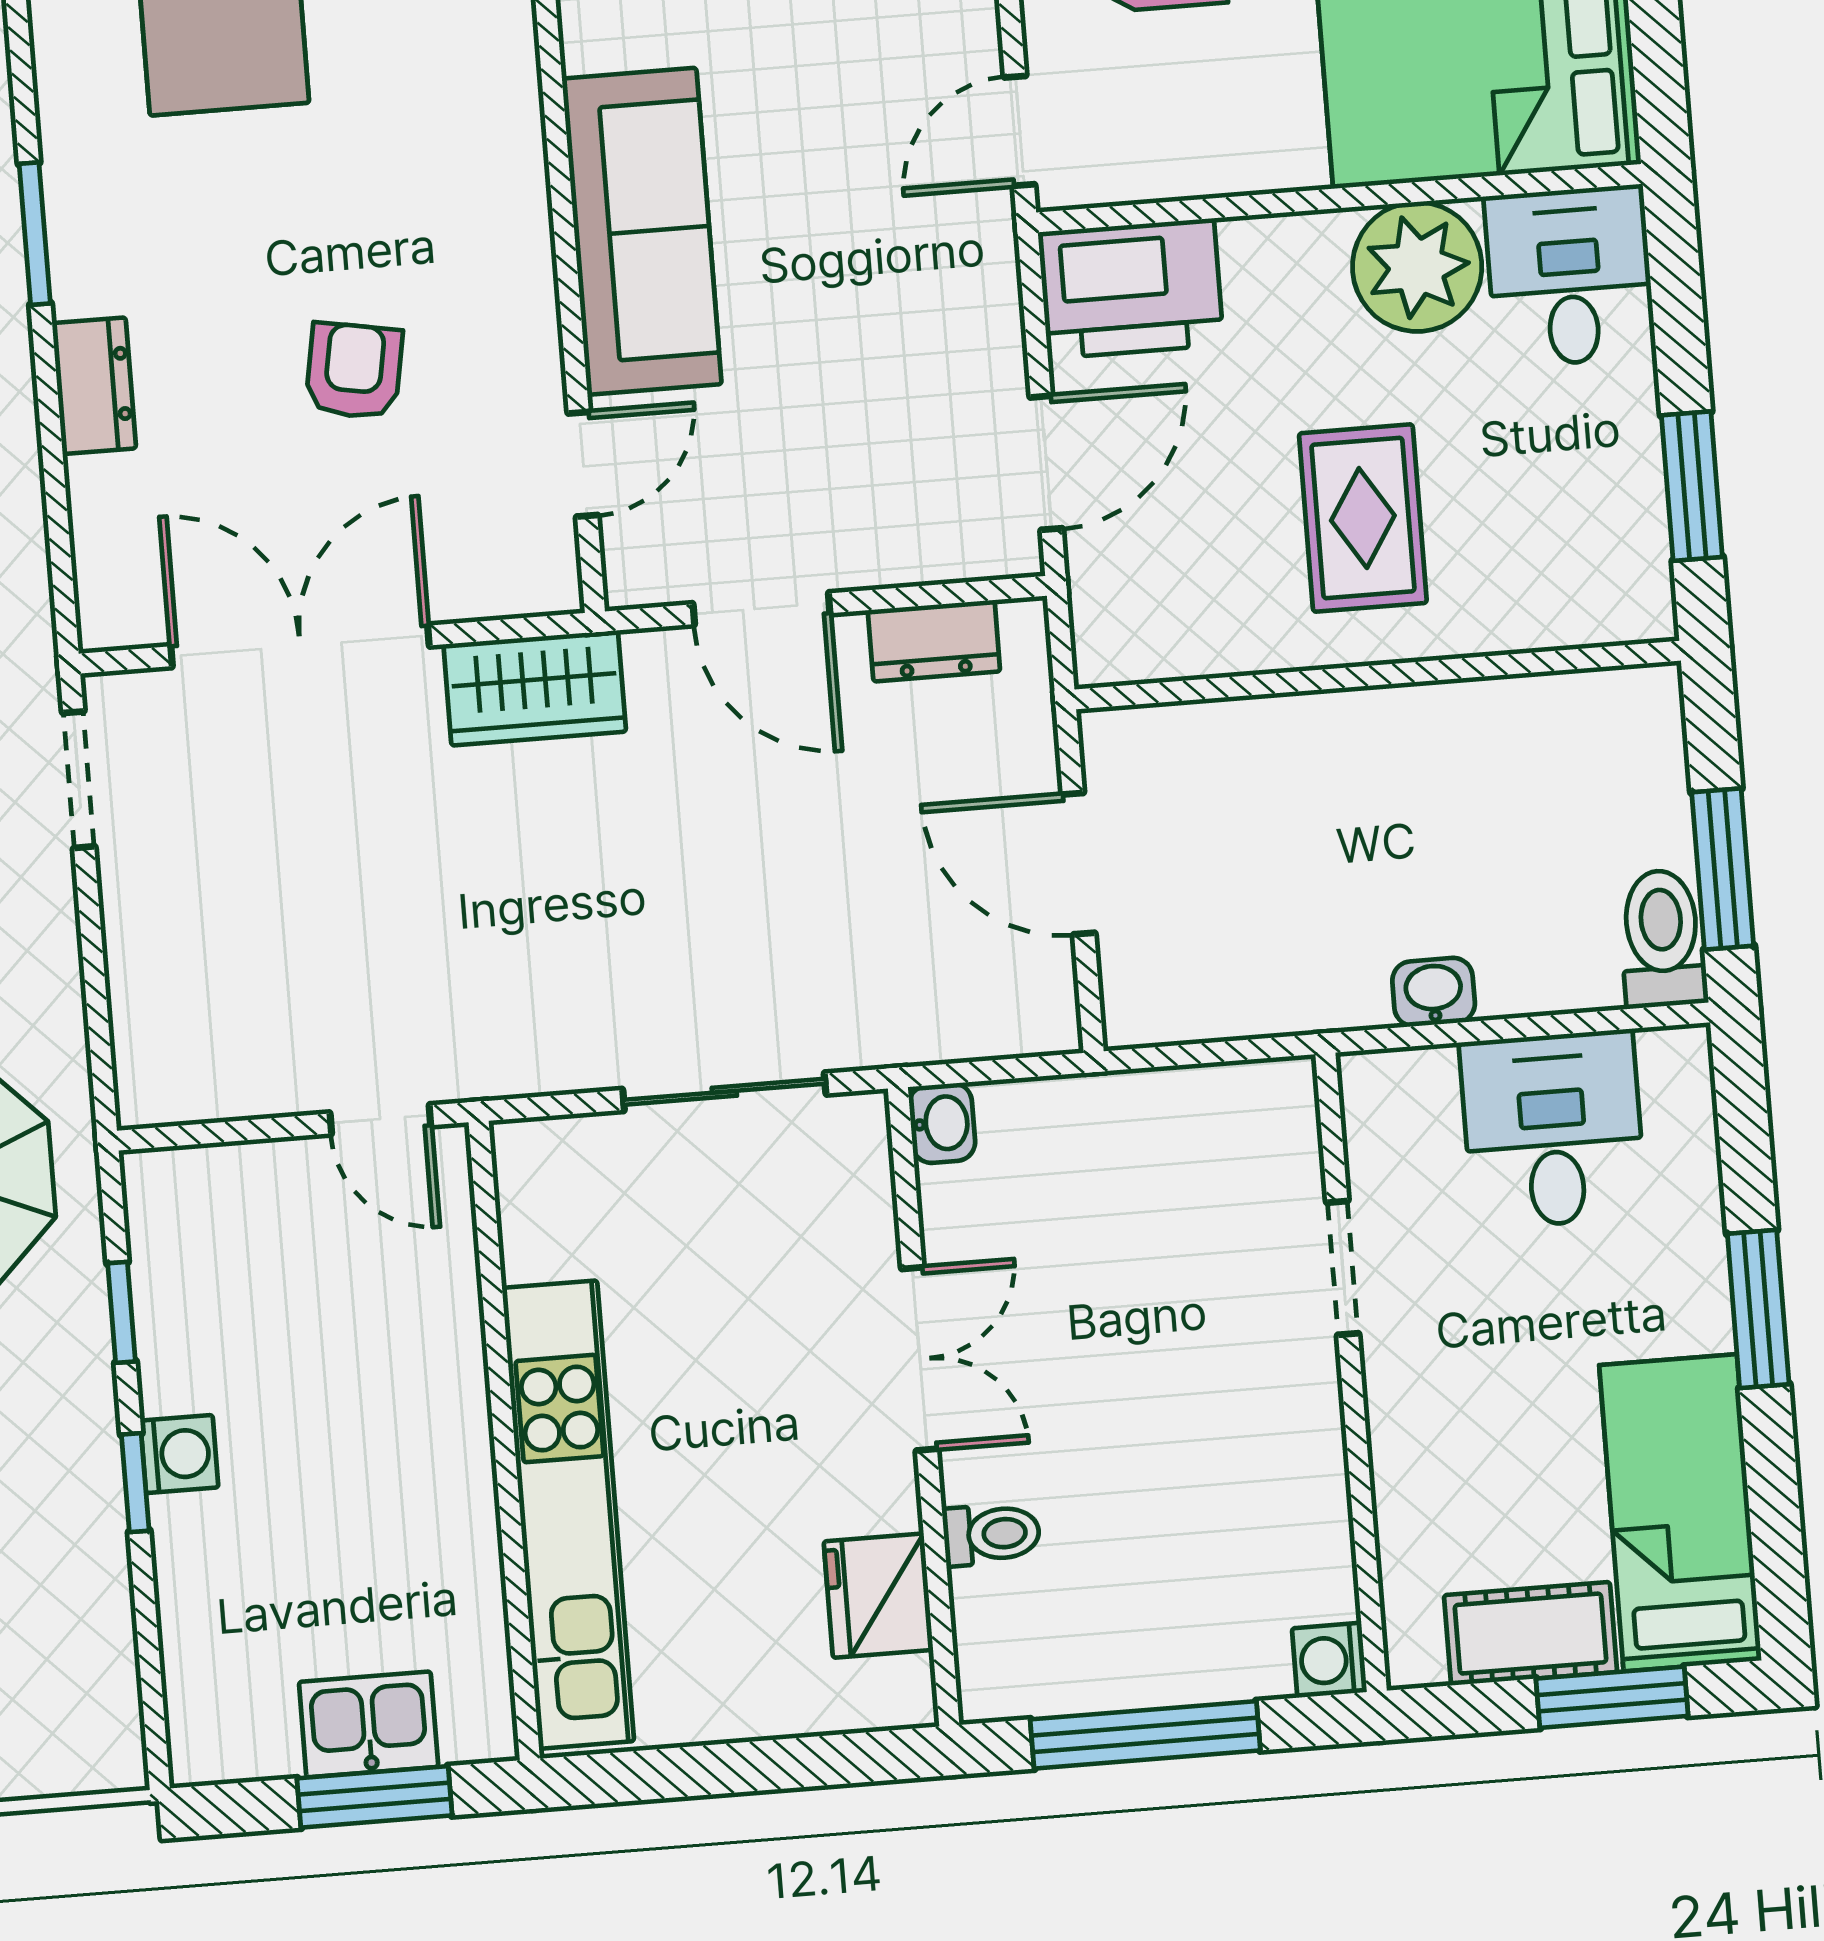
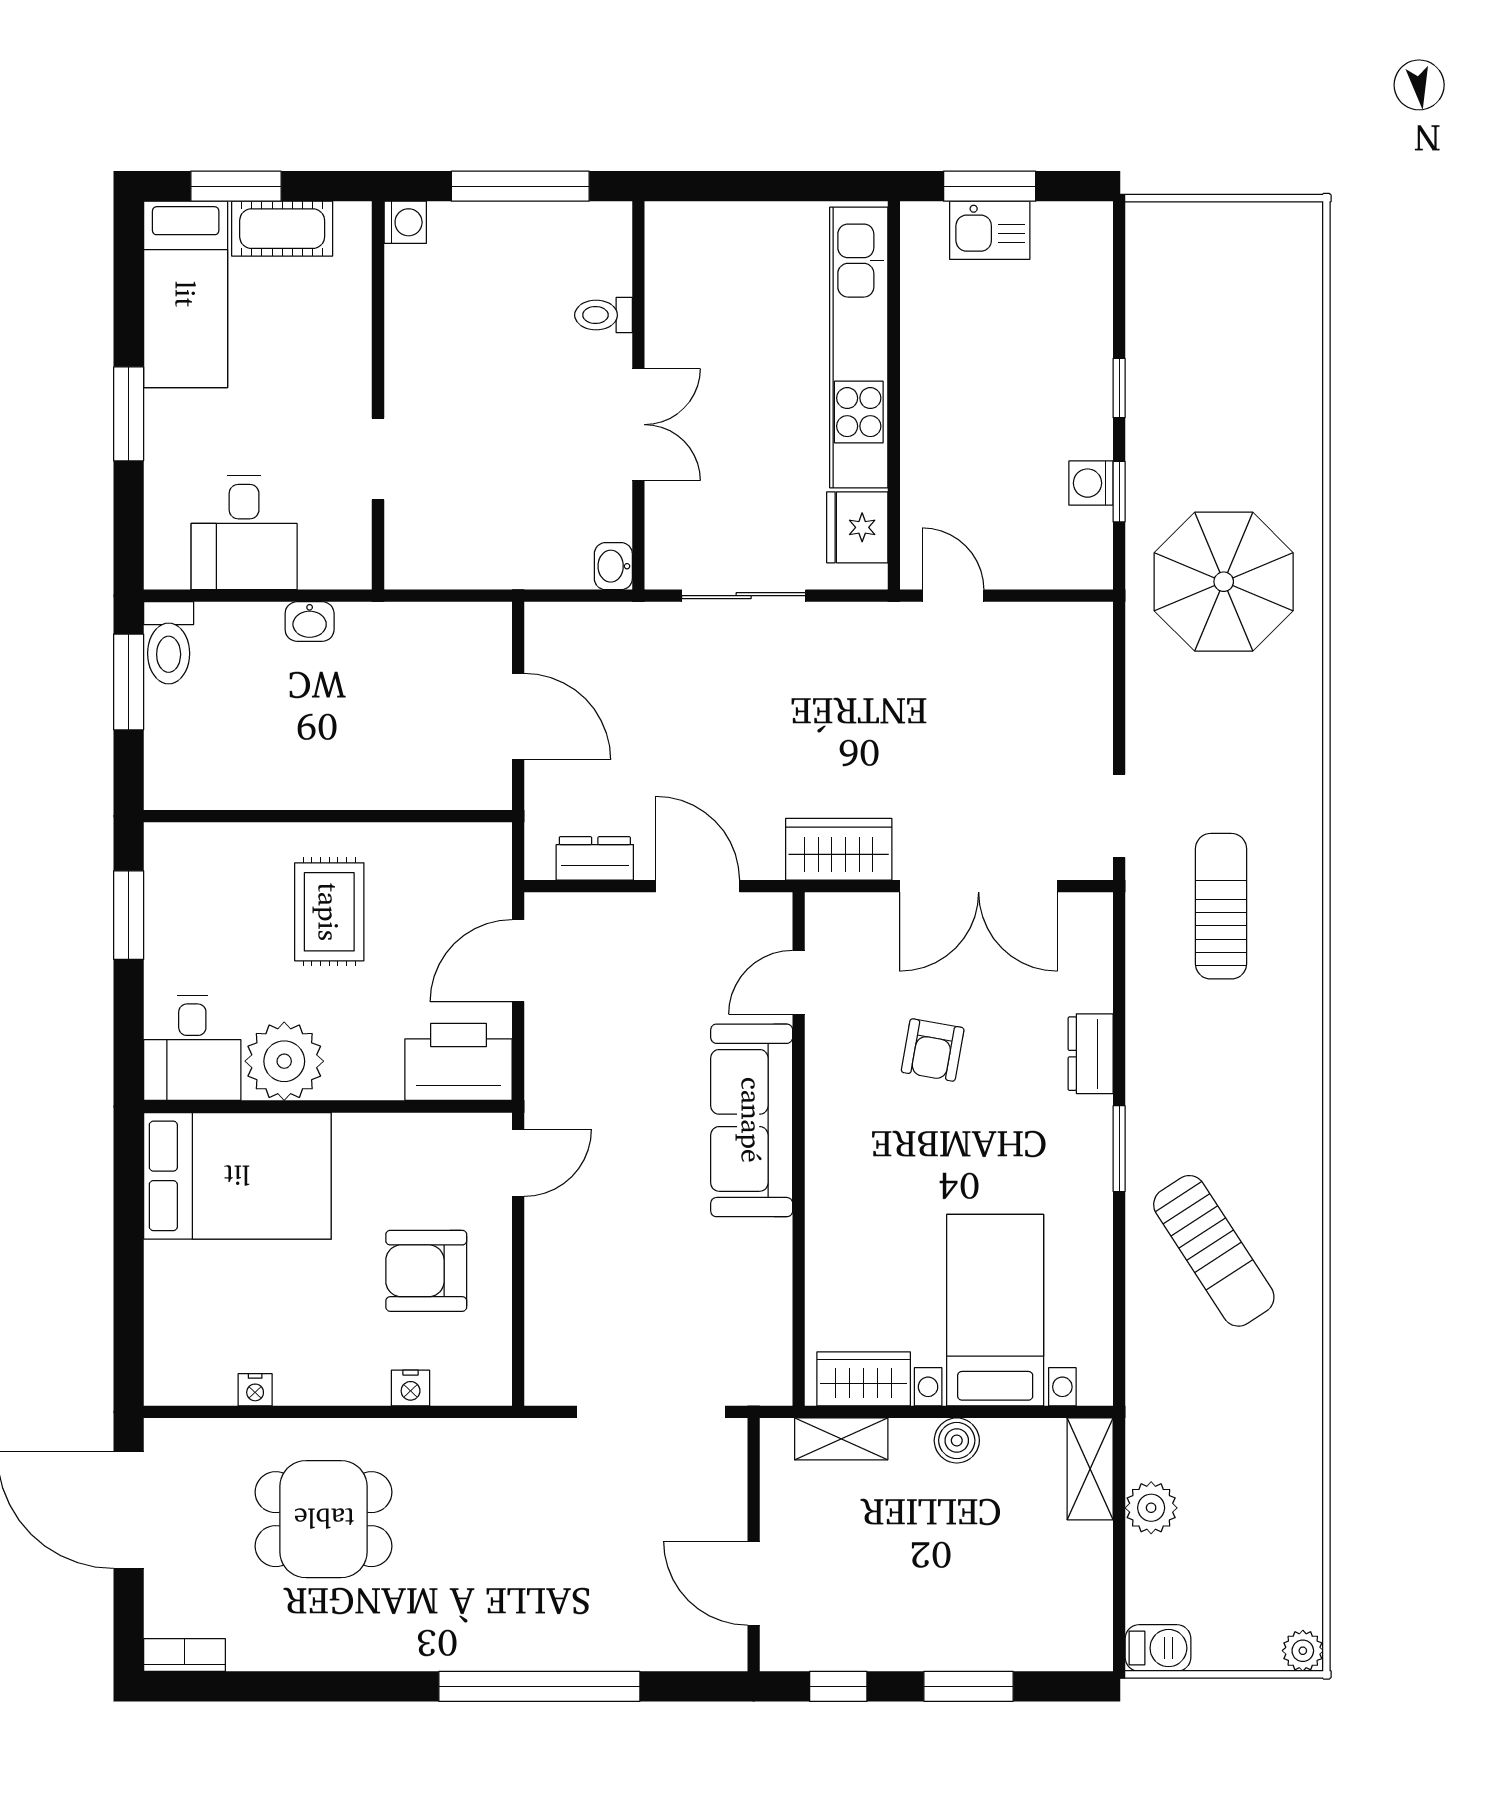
double door: (920, 1359) -> (638, 425), swing flipped
washing machine: (179, 1454) -> (1091, 483), moved
fridge: (878, 1596) -> (857, 527), moved, turned 180

